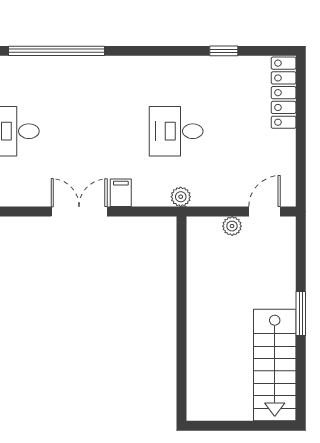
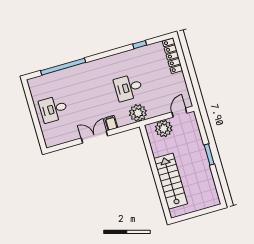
plant: (181, 197) -> (138, 113), width x1.88, depth x1.88
plant: (232, 226) -> (164, 129), width x1.88, depth x1.88
stairs: (275, 365) -> (171, 181), moved, turned 180

